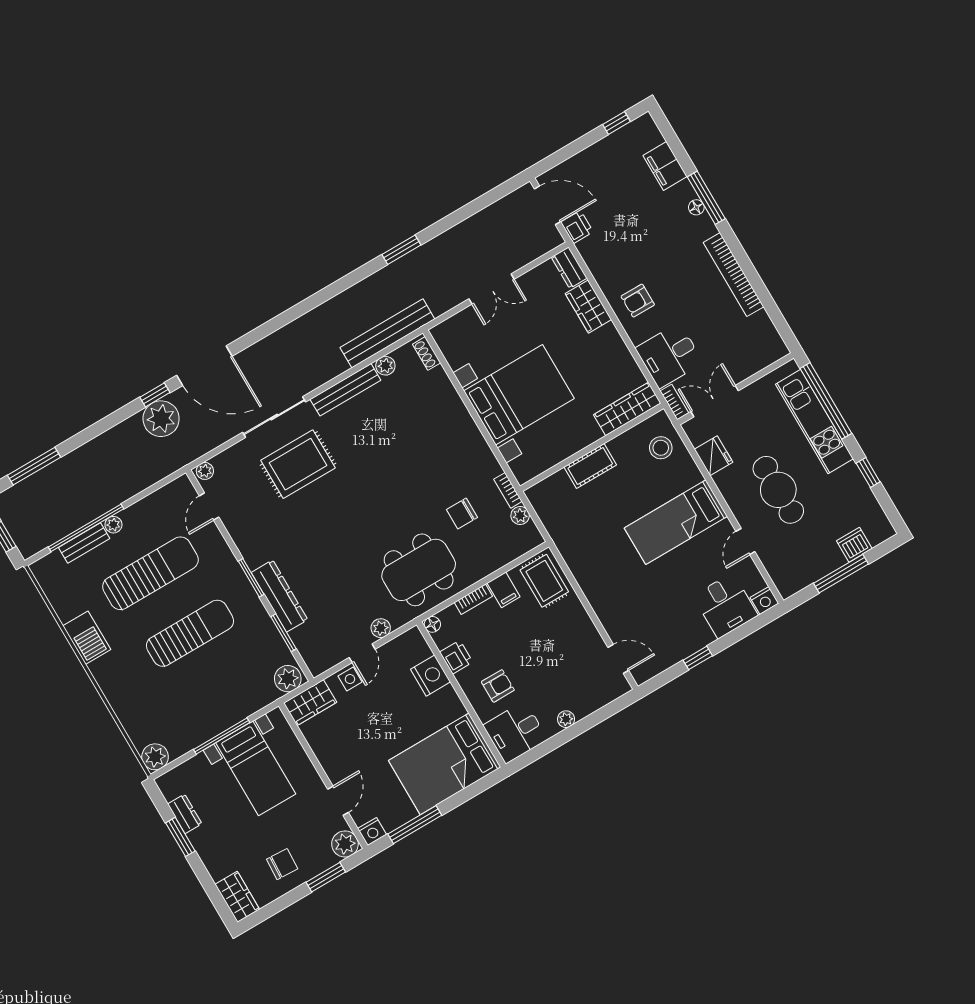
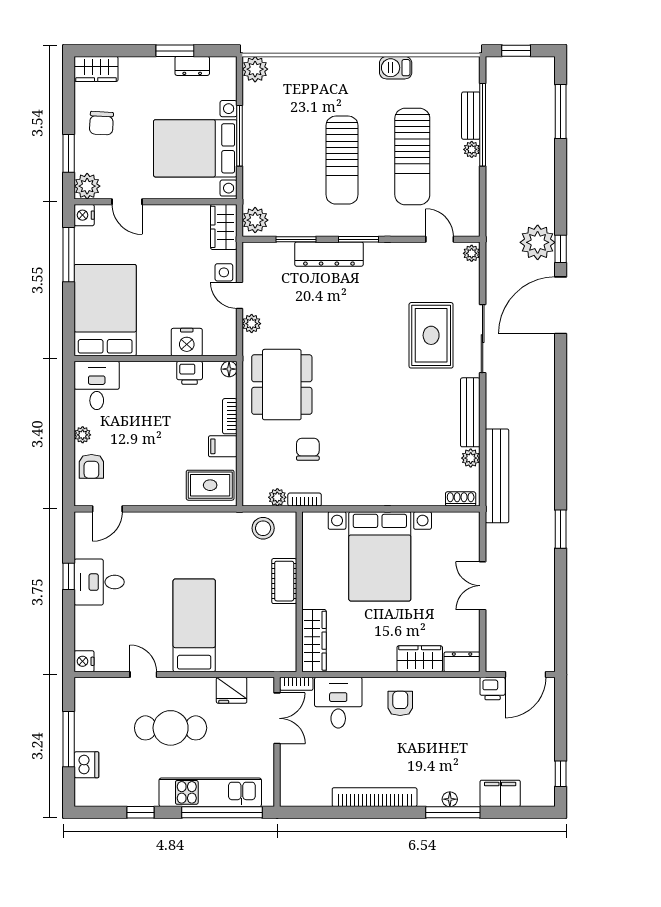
stool: (661, 448) -> (263, 528), moved
desk: (725, 606) -> (99, 582), moved
barbecue: (87, 638) -> (396, 68), width x0.73, depth x0.79
armchair: (498, 686) -> (91, 466), moved
bed with nightstands: (256, 768) -> (195, 148), width x1.36

